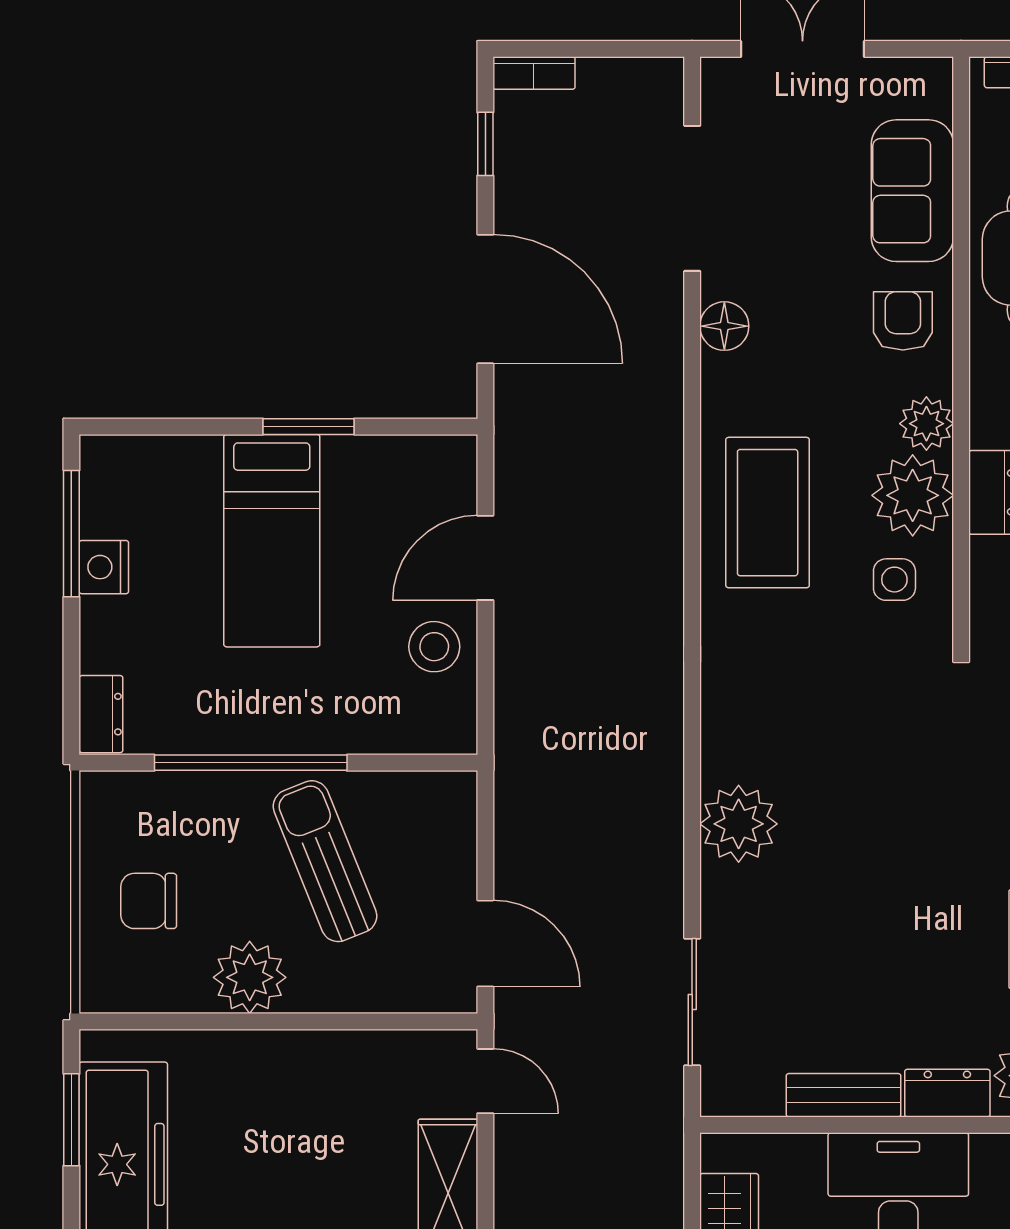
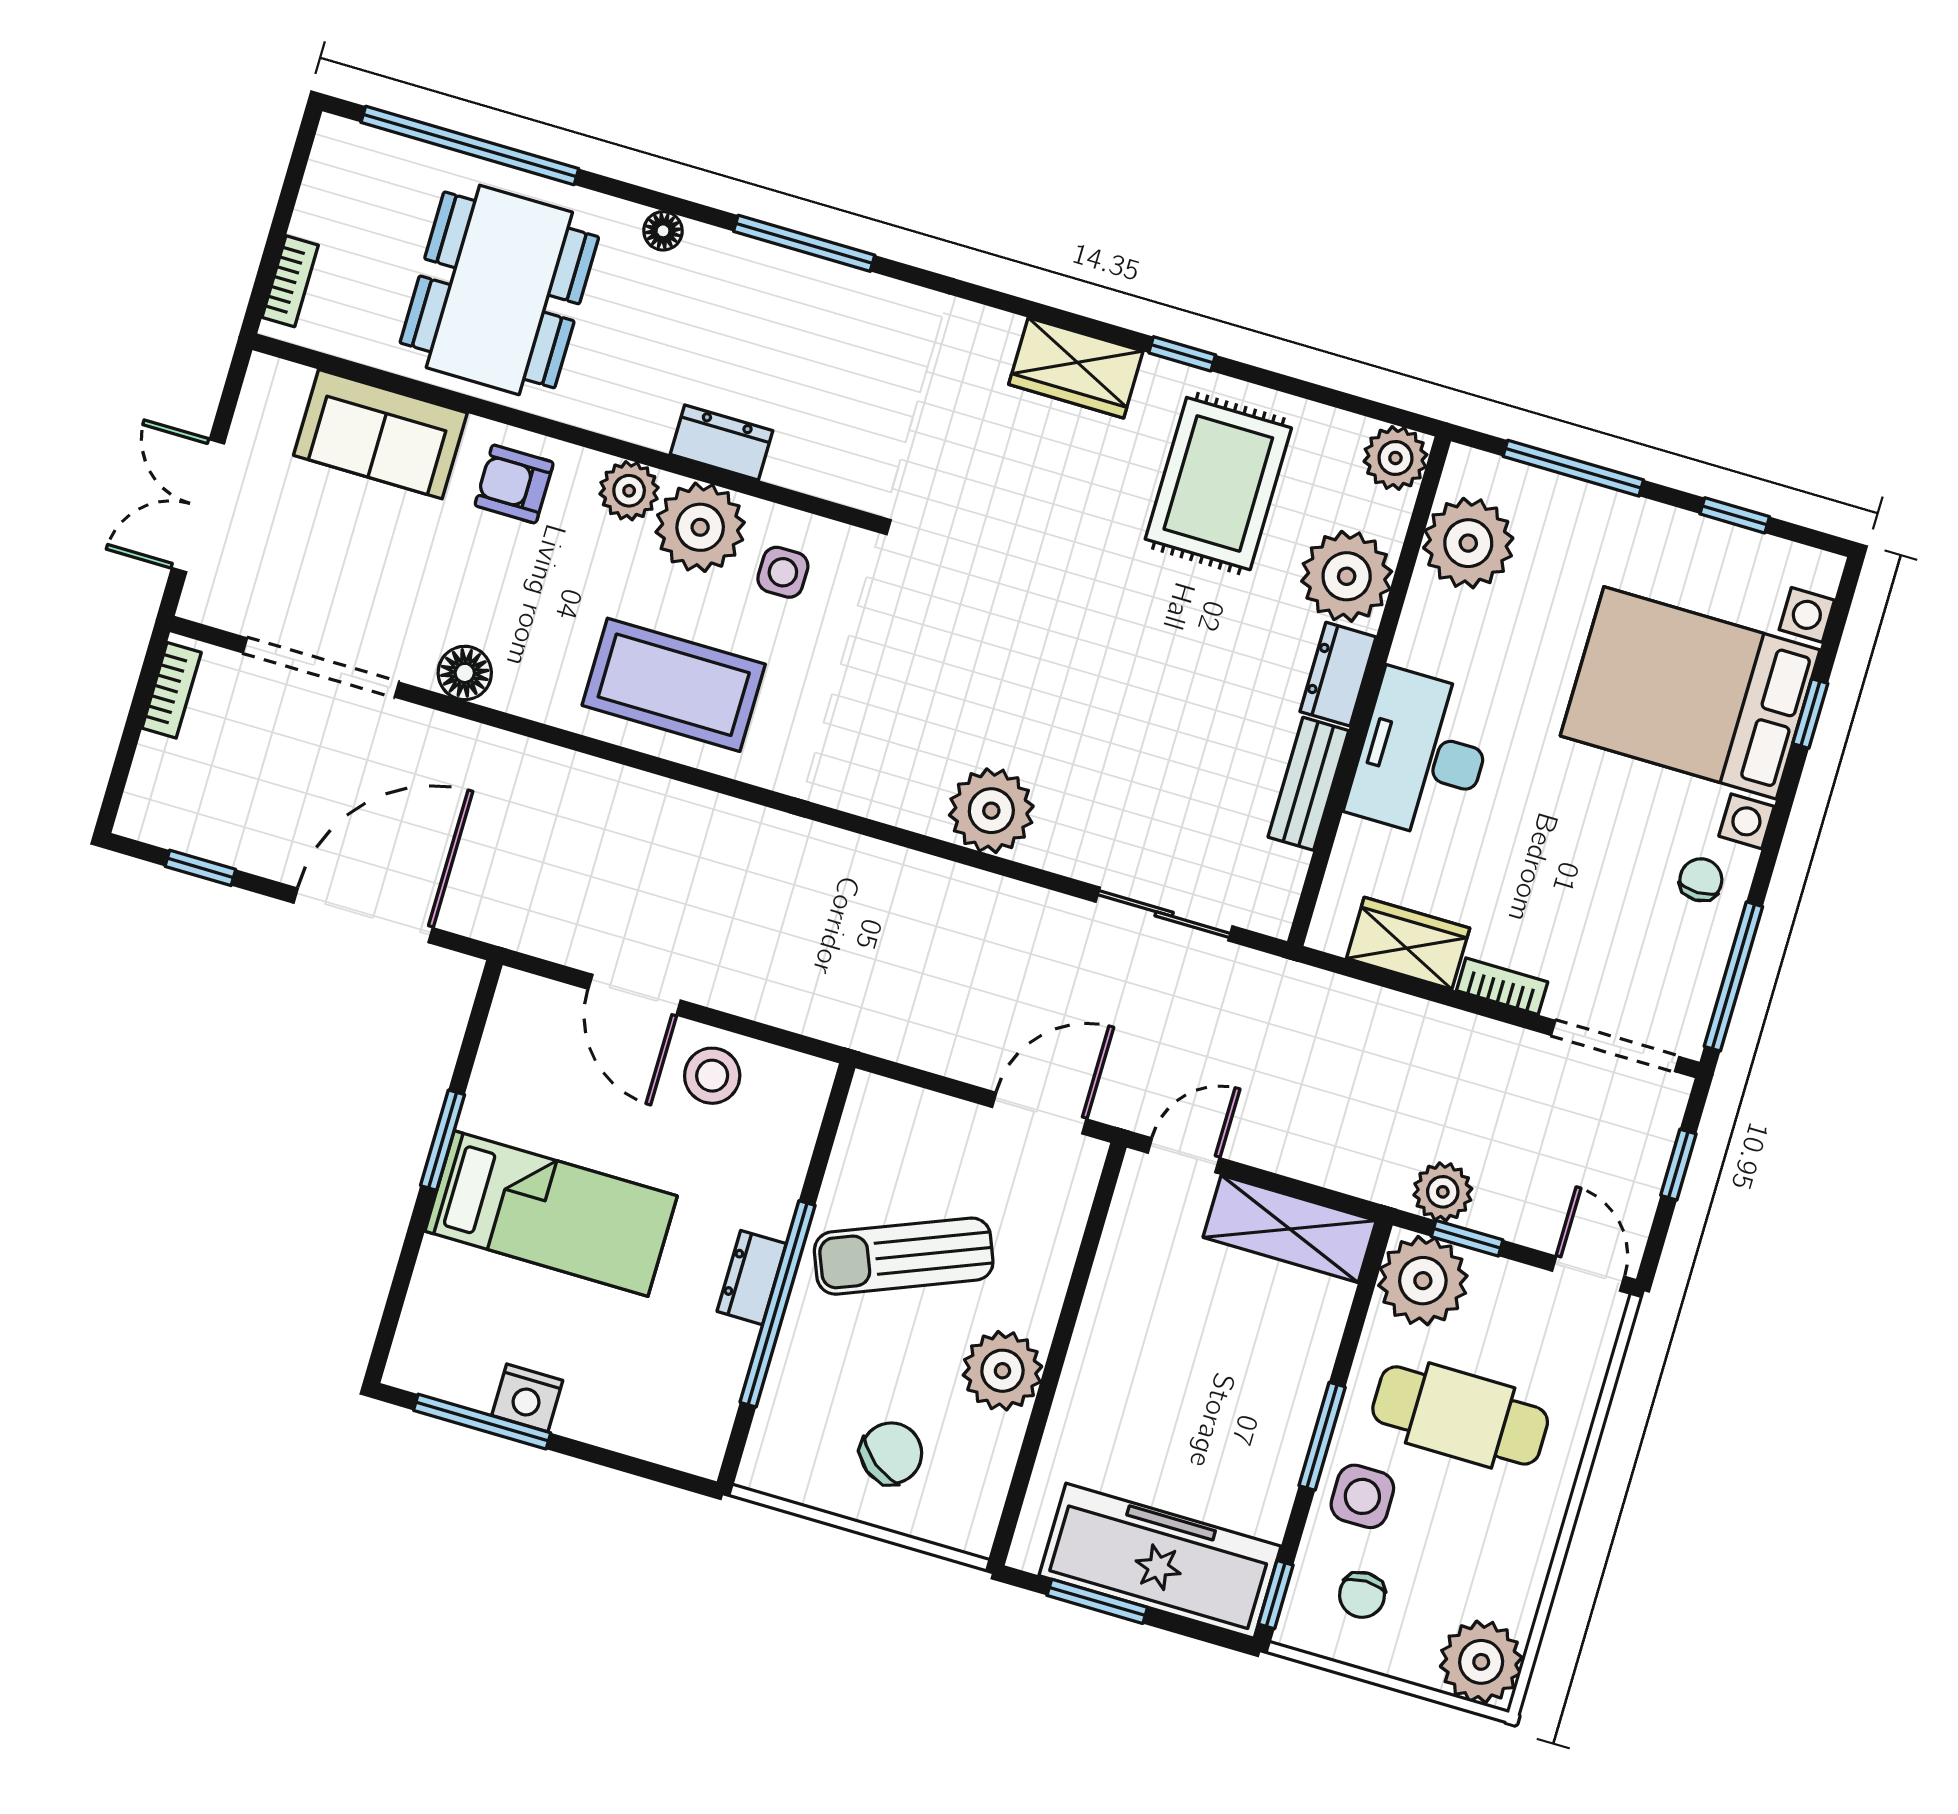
bookcase: (534, 73) -> (172, 690), moved
dresser: (101, 714) -> (752, 1278), moved, turned -90
chair: (149, 901) -> (891, 1453), turned -142

